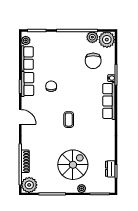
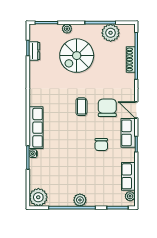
plant: (92, 37) -> (80, 200), moved
chair: (93, 61) -> (107, 108), moved
row of seats: (27, 84) -> (128, 133), moved
plant: (29, 185) -> (111, 33), moved

